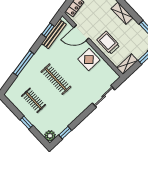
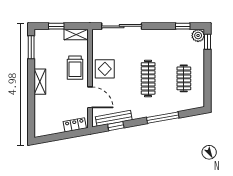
sliding door: (104, 96) -> (122, 26), width x1.37
window: (26, 123) -> (208, 42), moved

